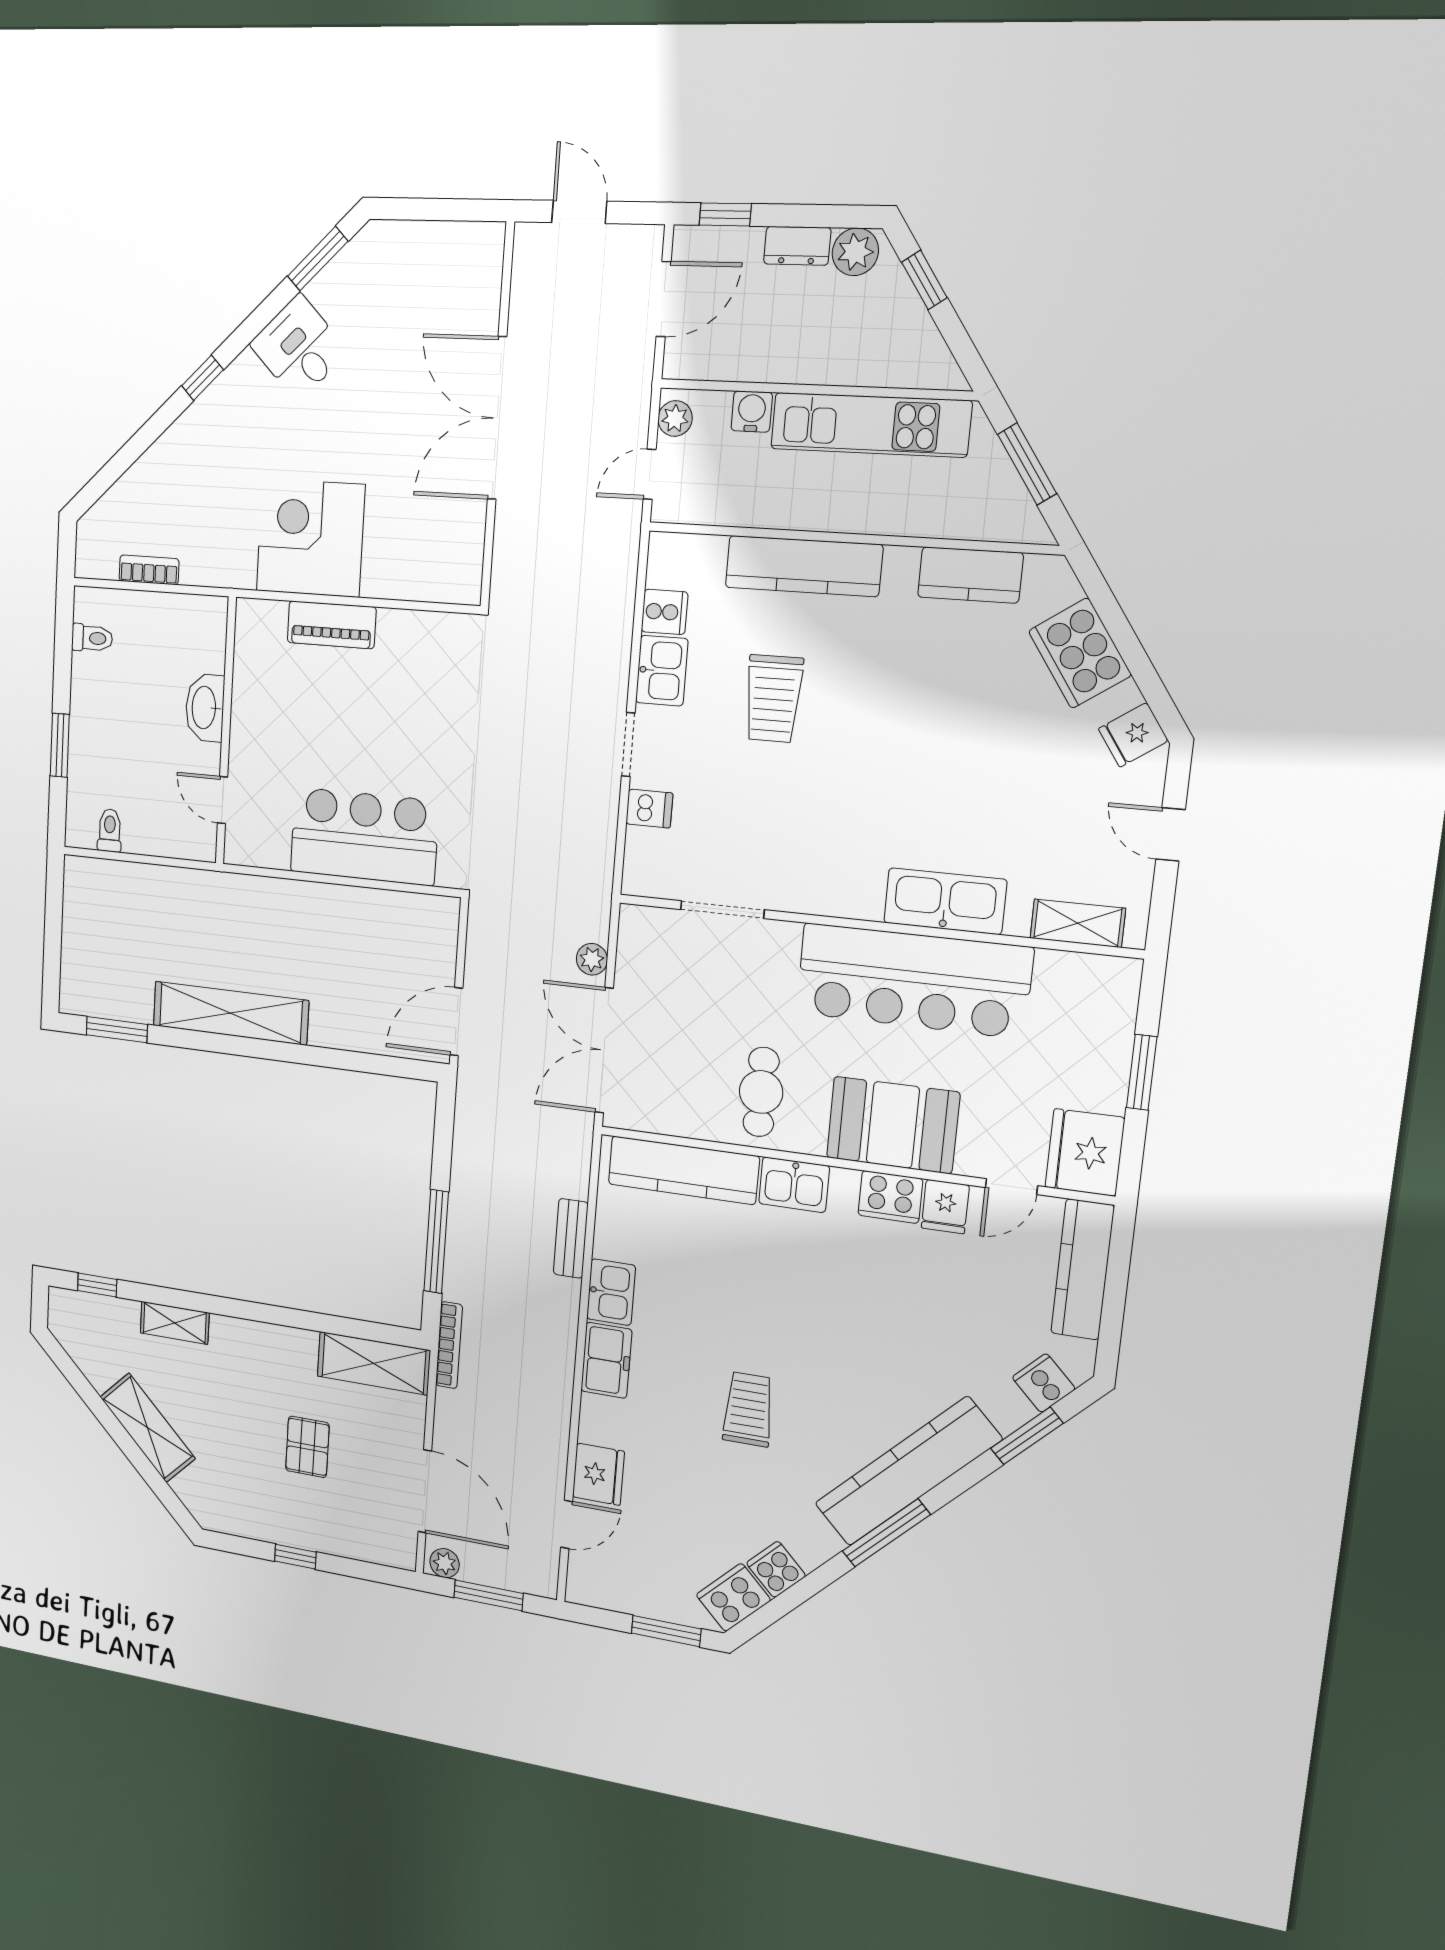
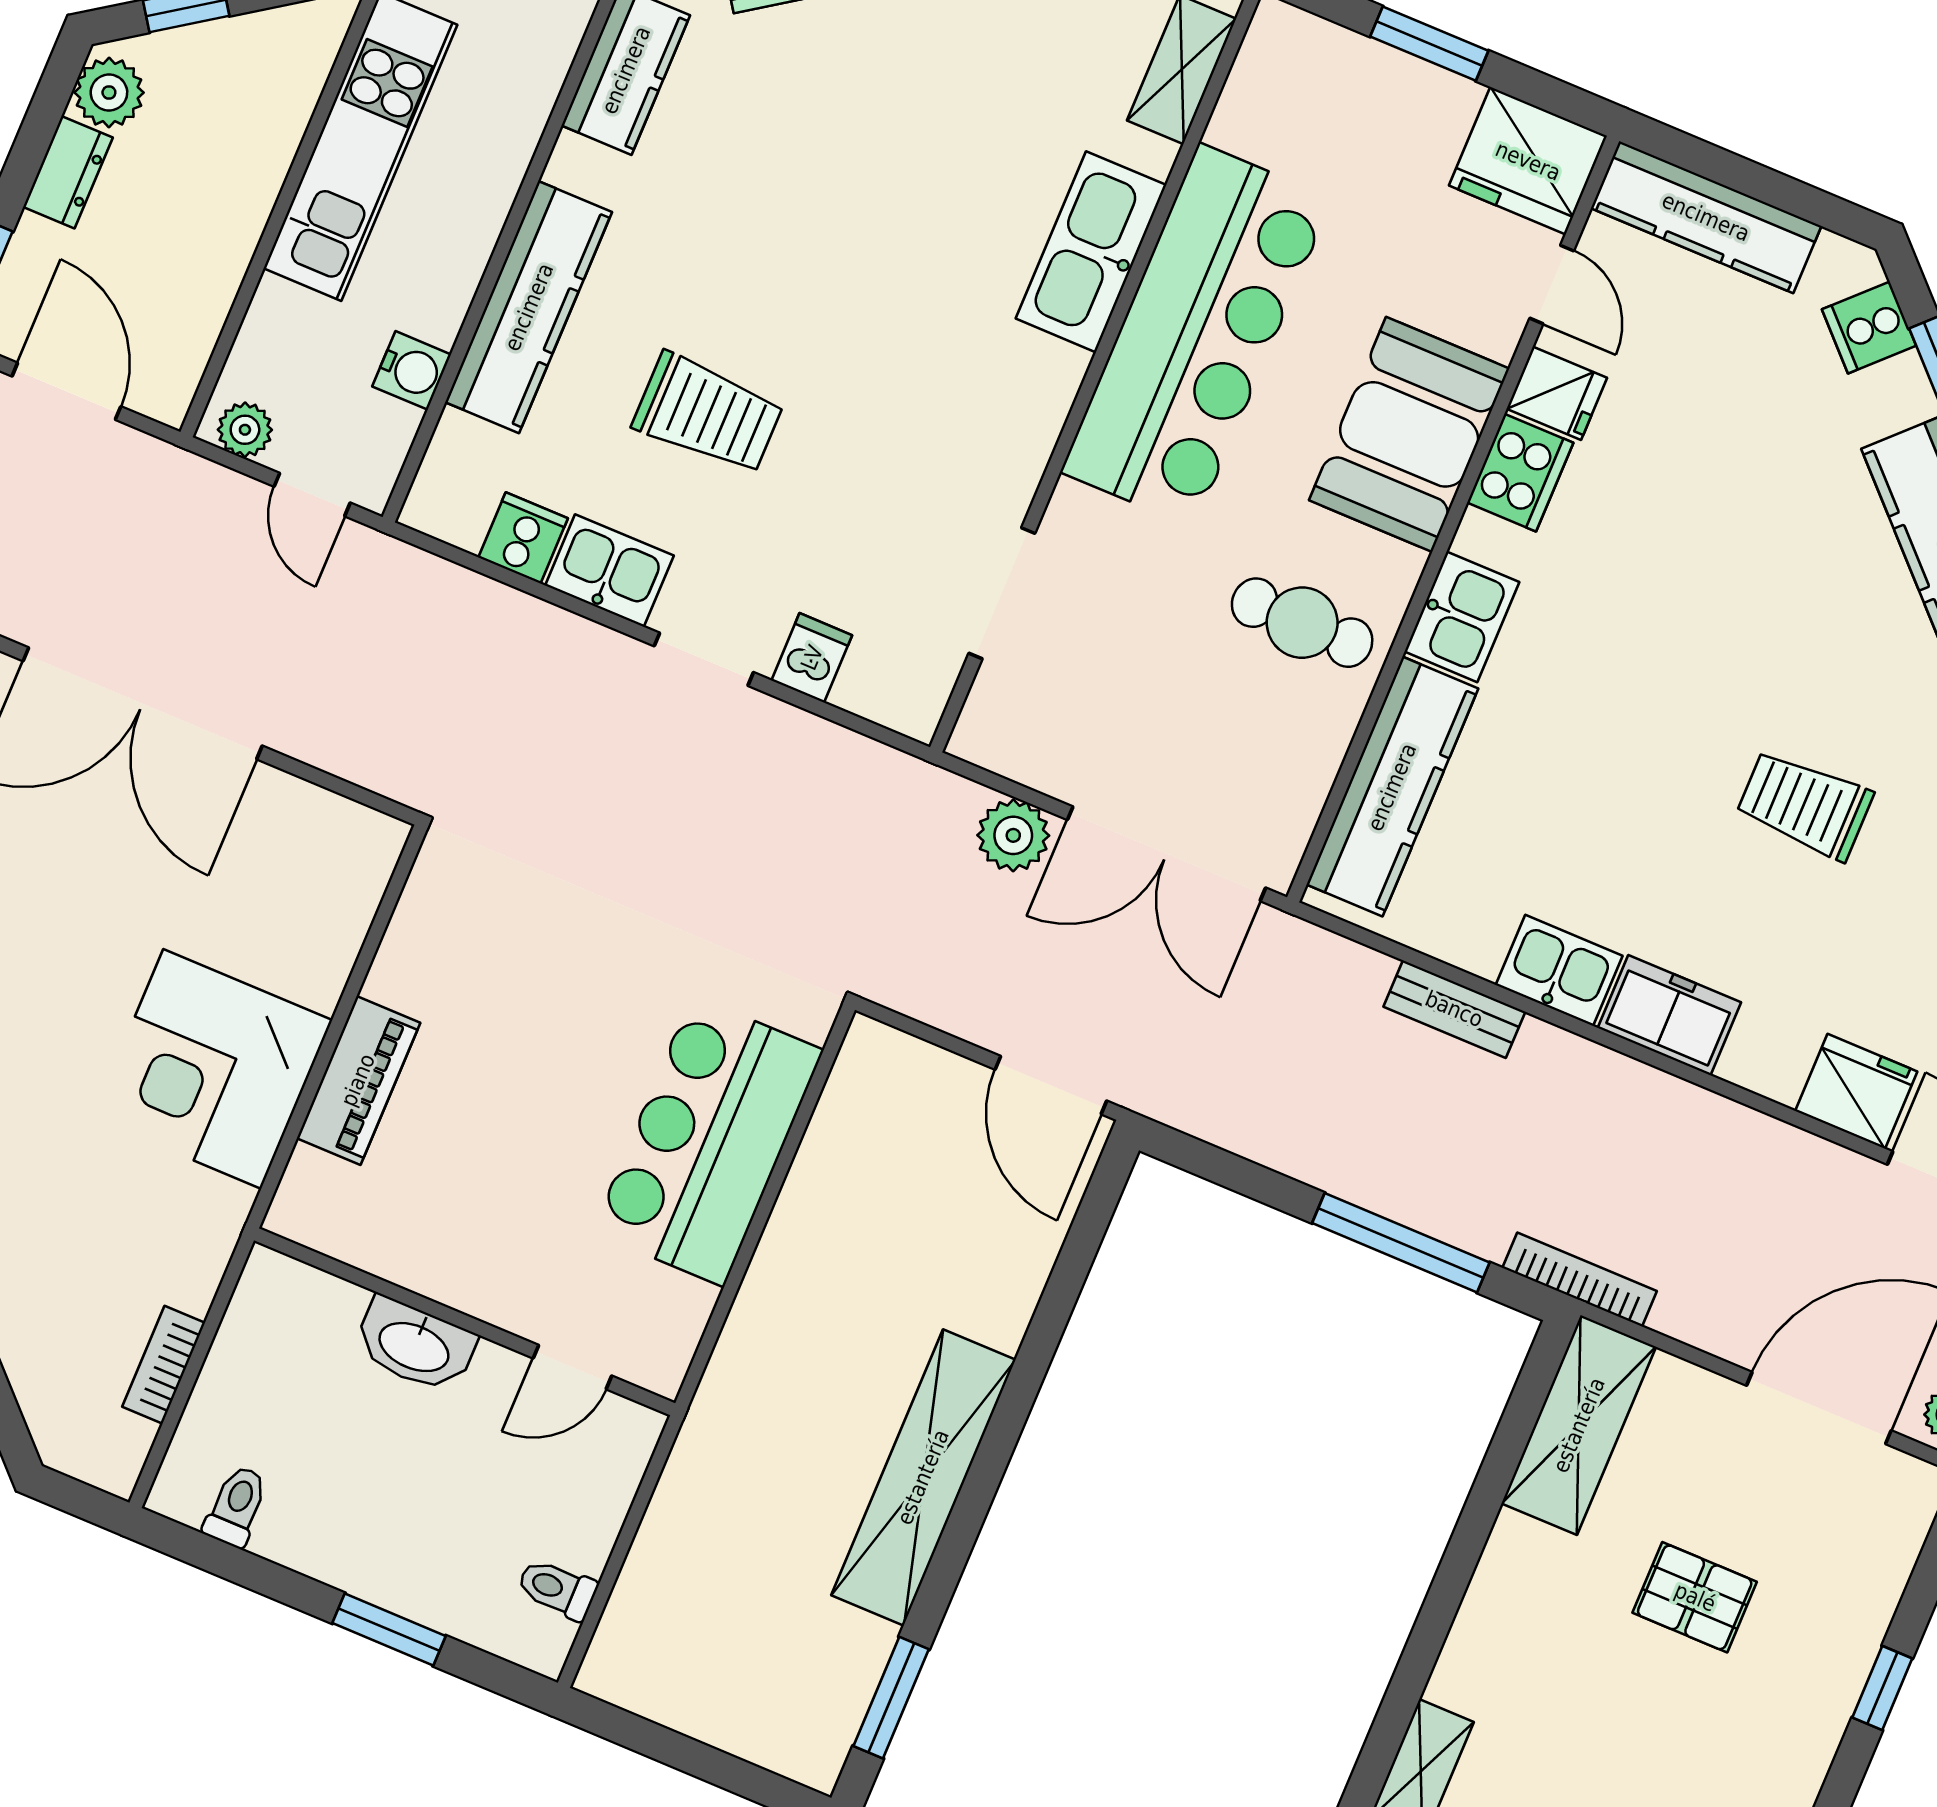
water cooler: (752, 412) -> (412, 370), moved, turned 180
plant: (592, 959) -> (1013, 835), width x1.38, depth x1.38

